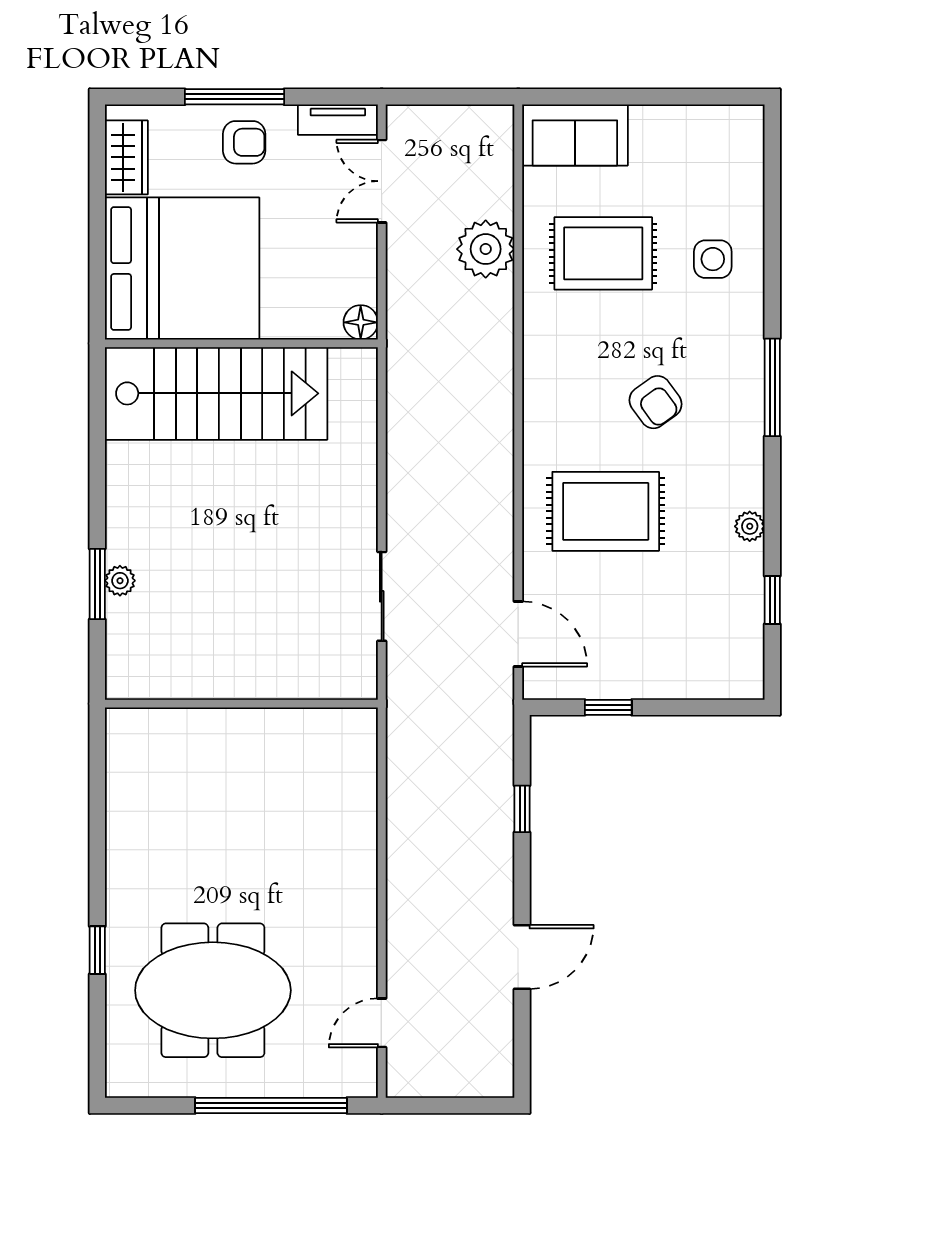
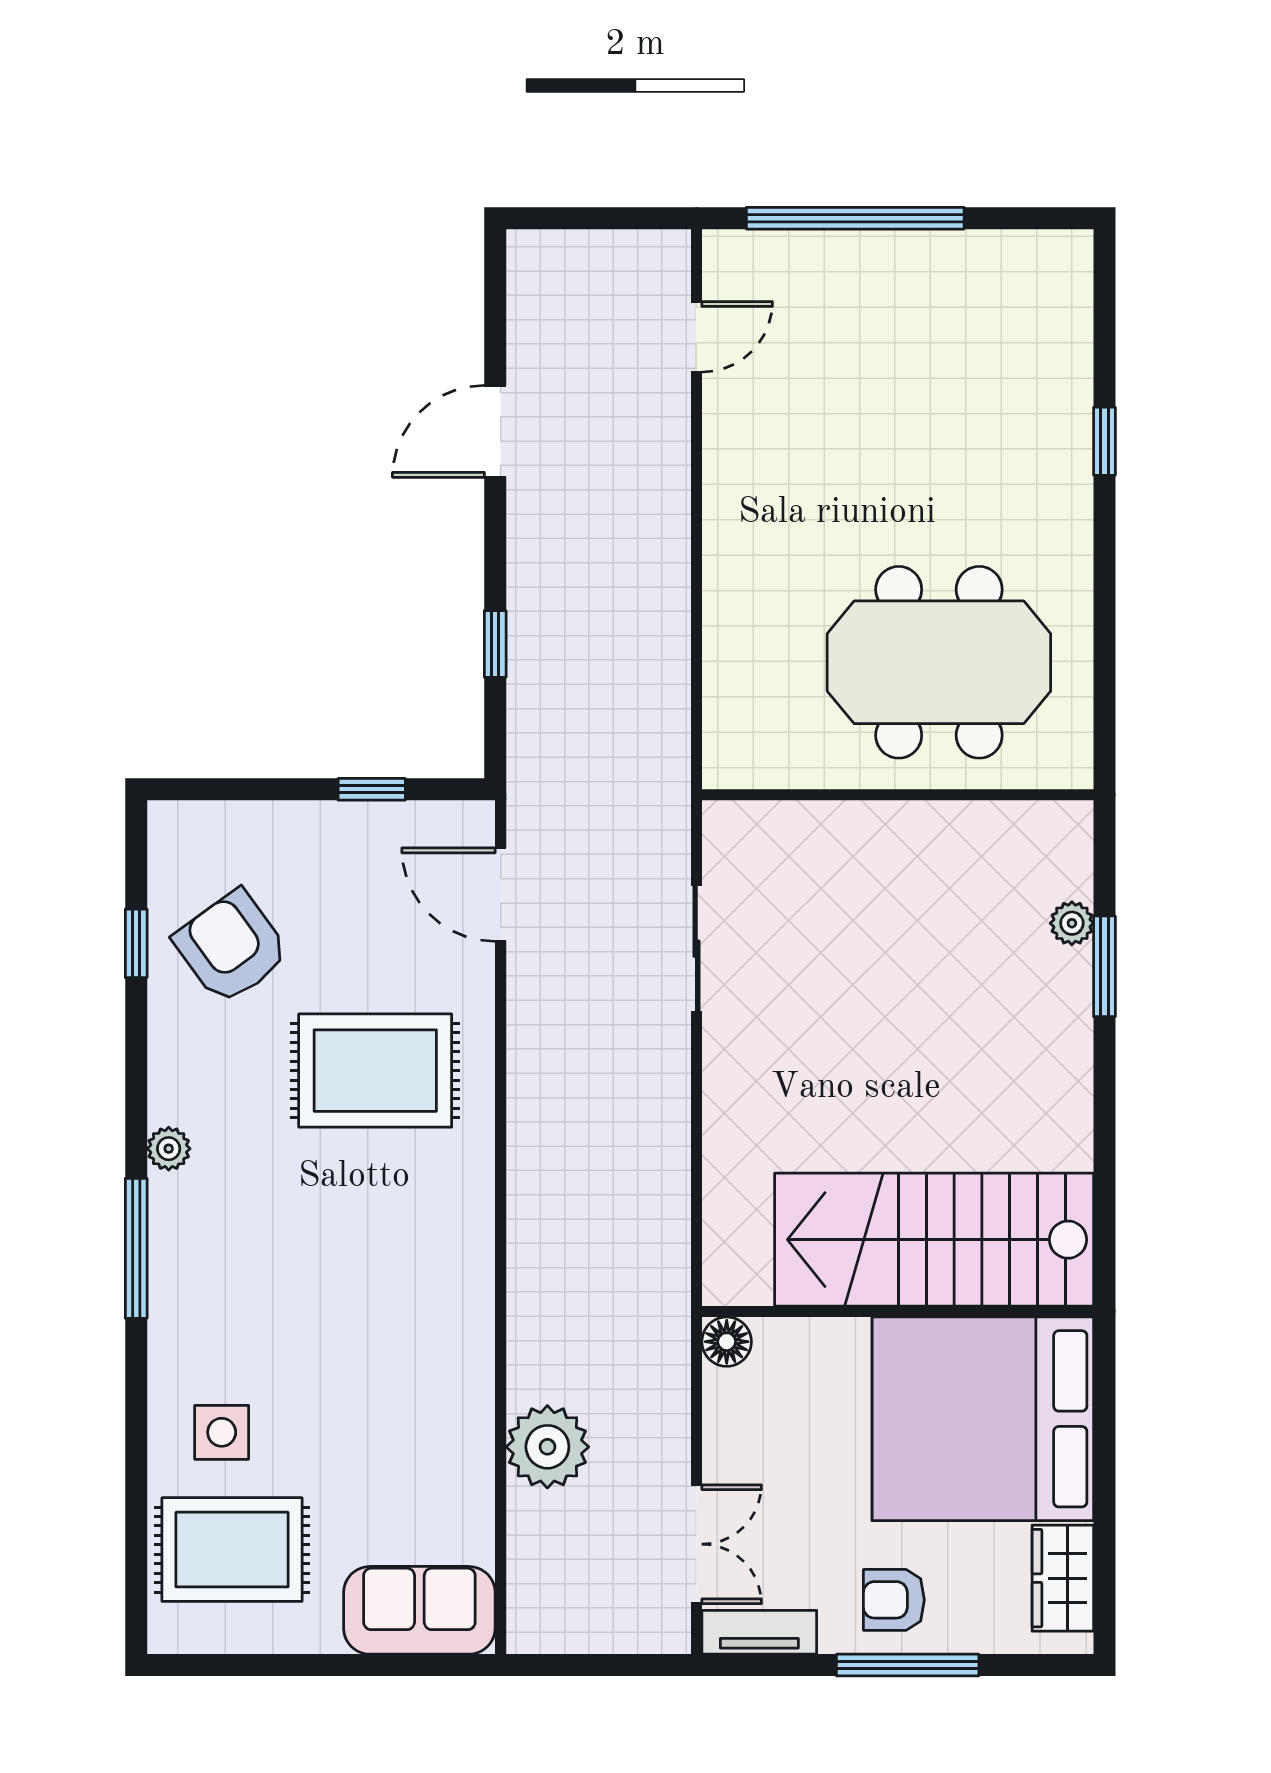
rug: (603, 253) -> (232, 1550), moved
armchair: (656, 402) -> (231, 947), moved, width x1.38, depth x1.38
plant: (750, 526) -> (169, 1149), moved
plant: (120, 581) -> (1072, 923), moved
meeting table: (213, 990) -> (939, 662), moved

